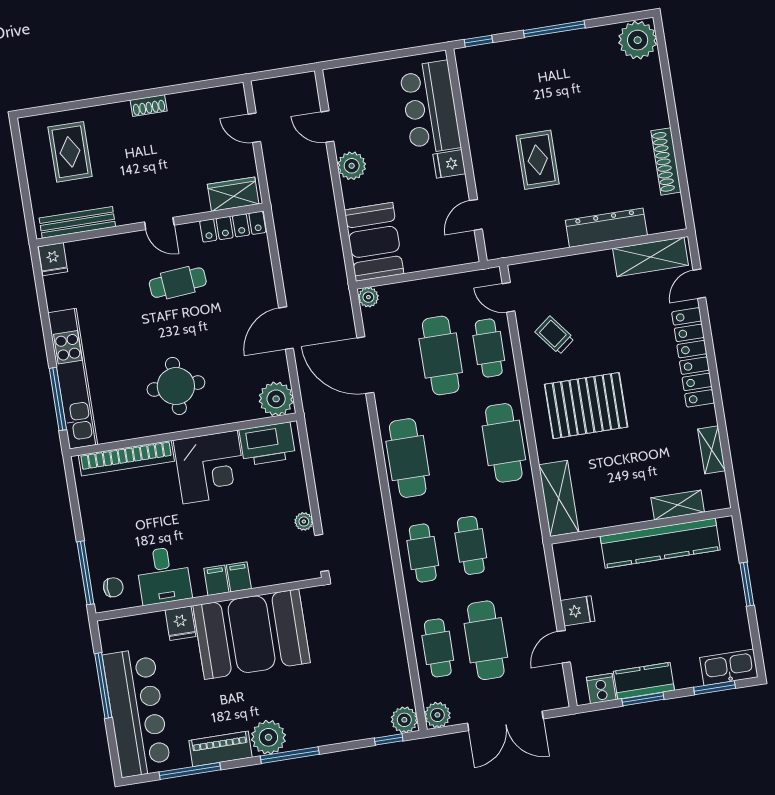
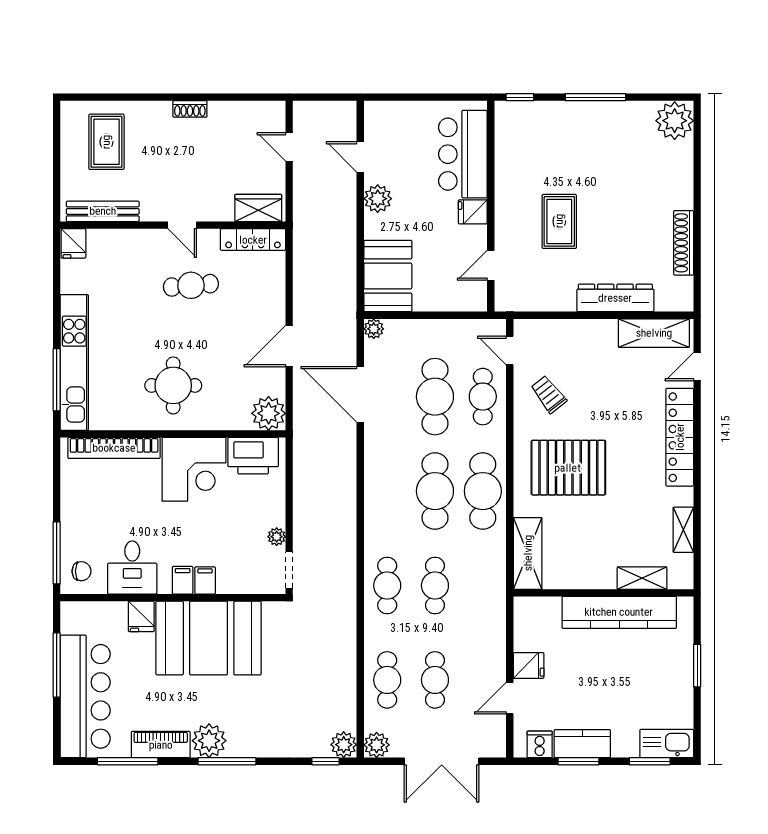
cafe table: (408, 458) -> (435, 491), moved
cafe table: (486, 640) -> (435, 680), width x0.73, depth x0.74

